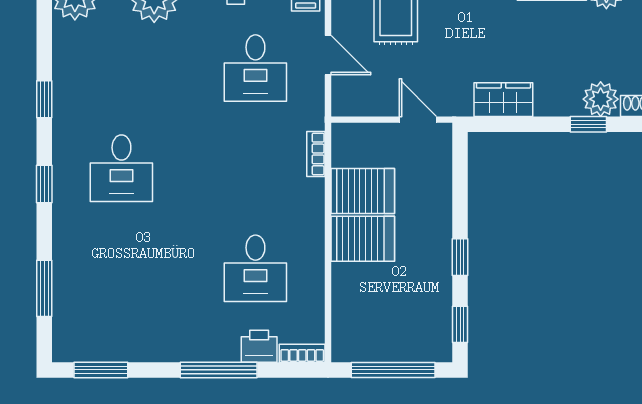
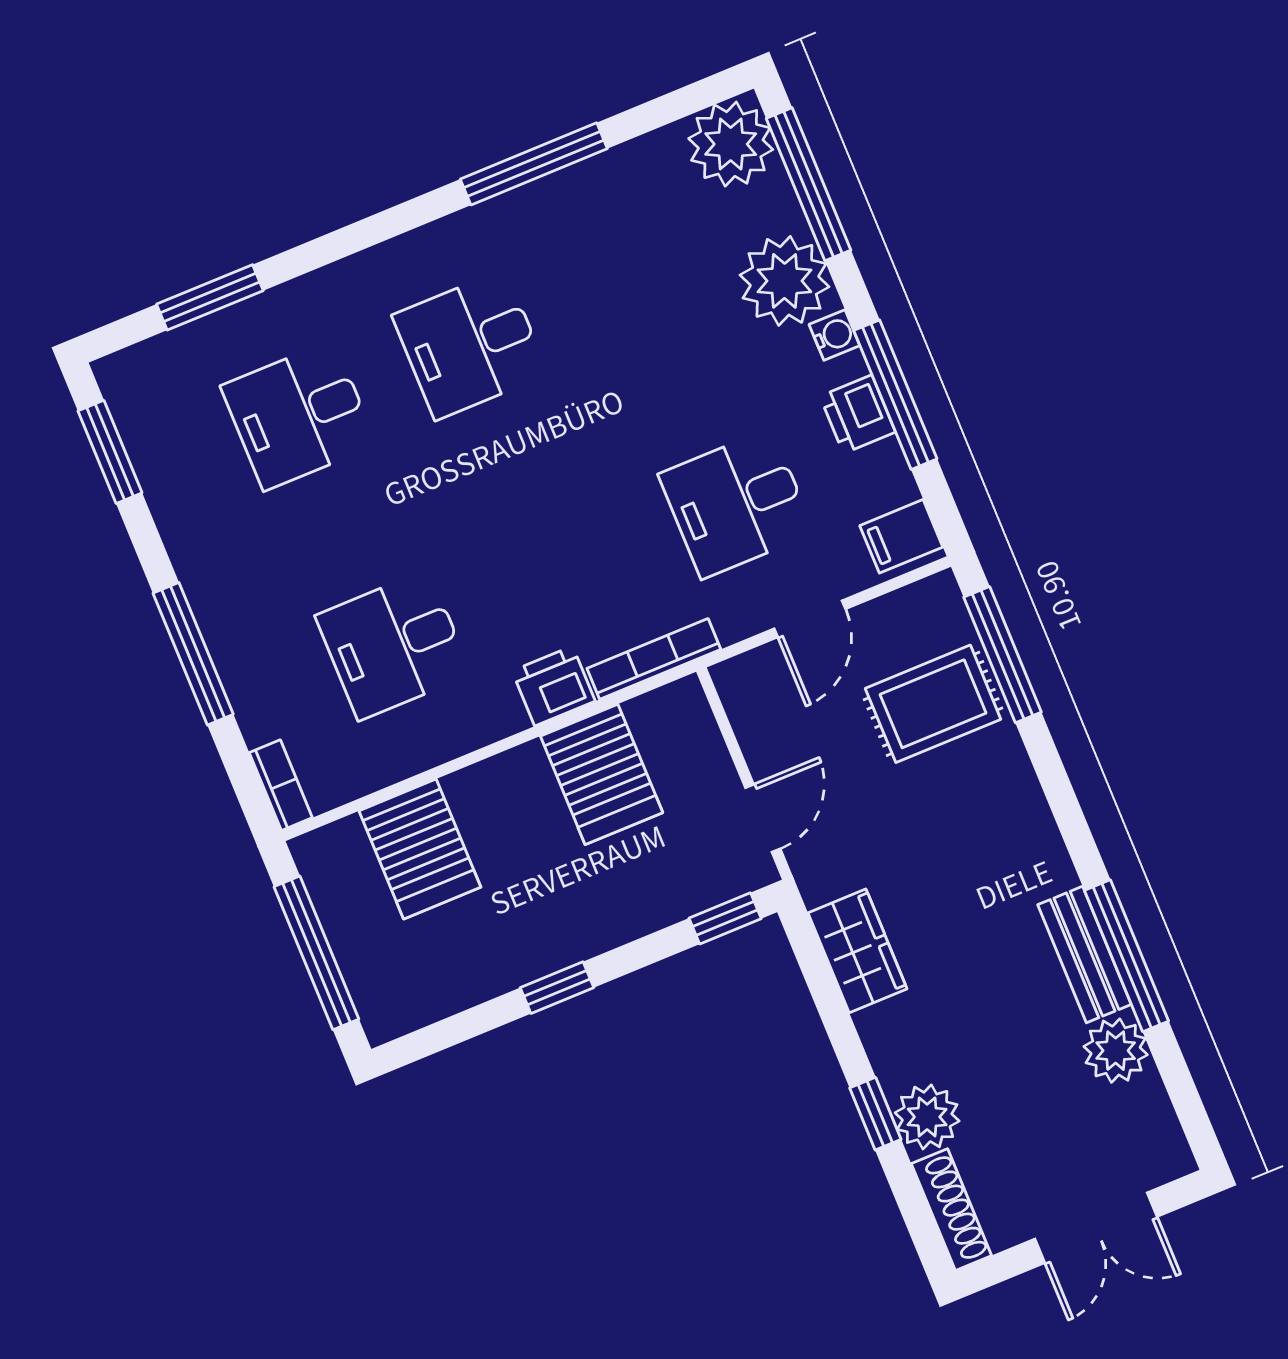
window: (44, 99) -> (534, 164), width x2.17
bookcase: (316, 154) -> (654, 659), width x1.56
window: (44, 184) -> (389, 224), removed
server rack: (363, 239) -> (420, 849), moved
desk: (121, 268) -> (299, 415), added
window: (460, 324) -> (725, 918), moved
printer: (259, 346) -> (554, 686), moved, turned -90

